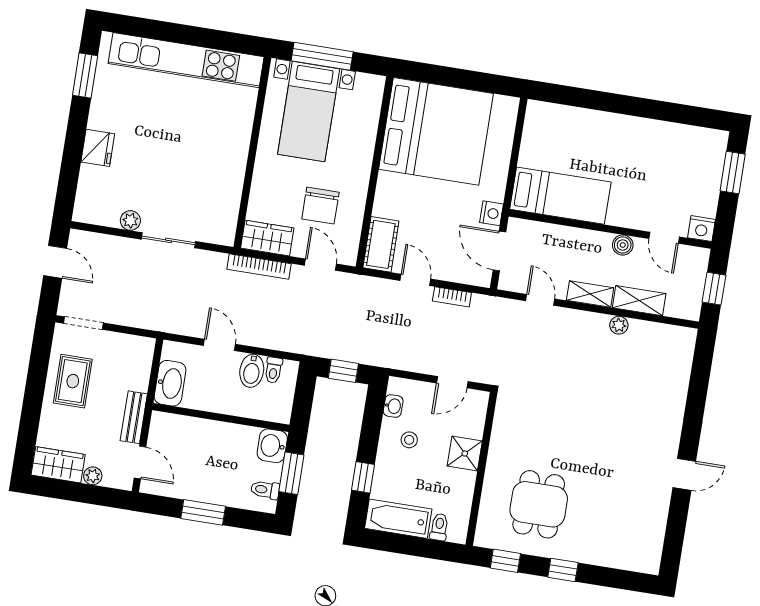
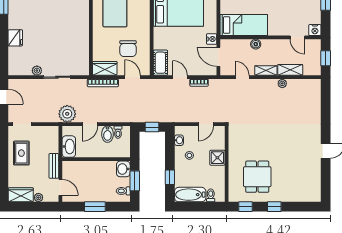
boiler: (623, 245) -> (256, 44), moved
plant: (178, 317) -> (67, 114), added
door: (219, 345) -> (90, 124), swing flipped

